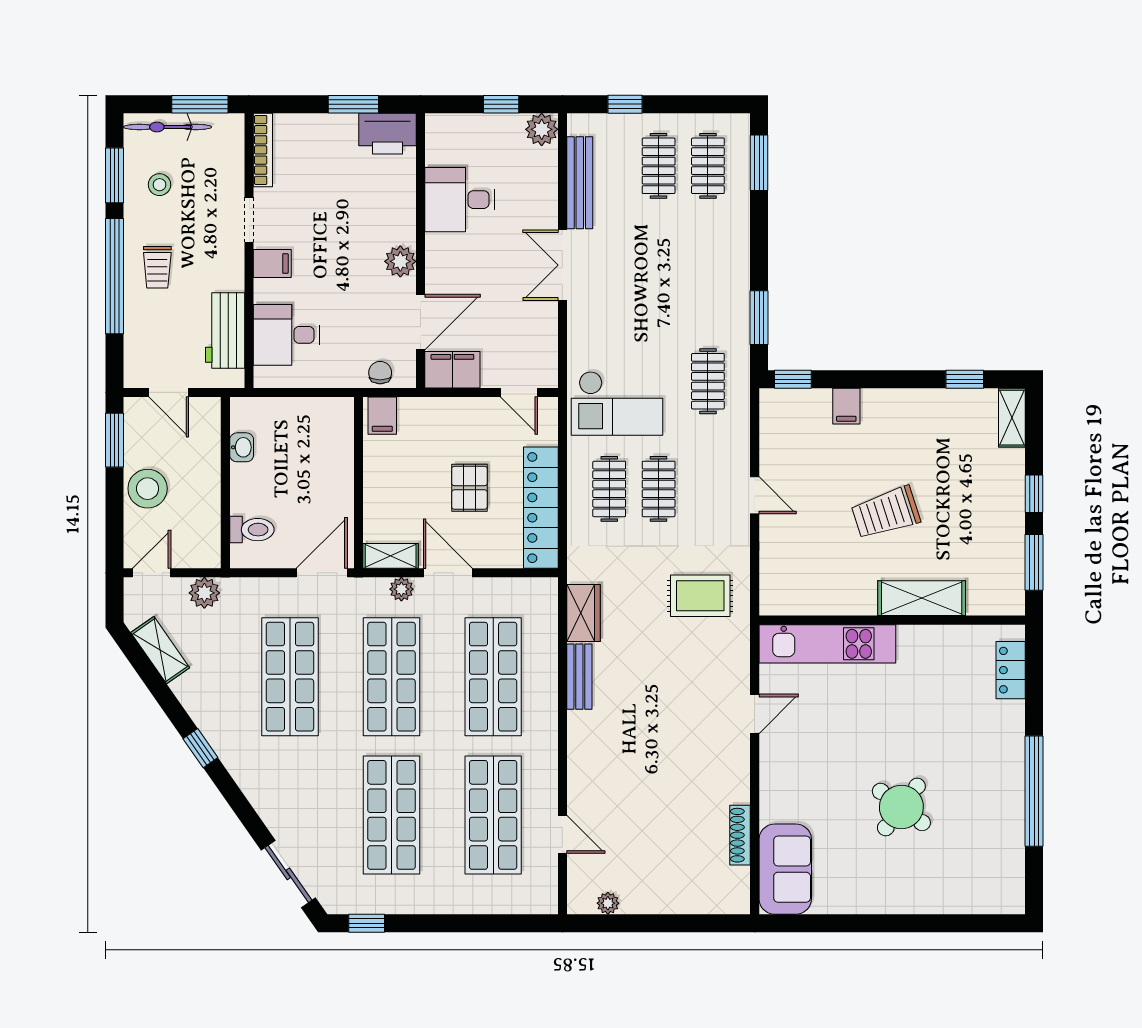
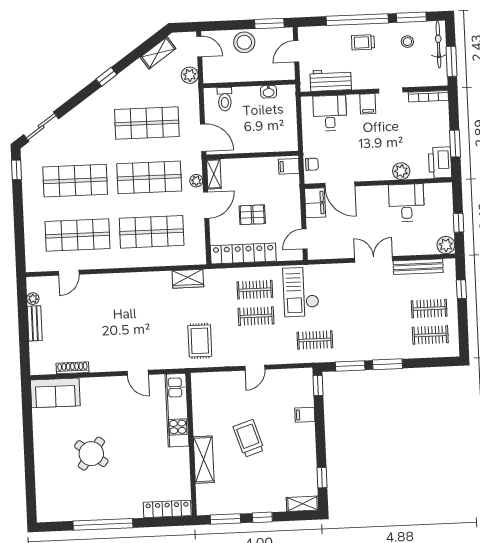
window: (759, 163) -> (388, 364), moved
plant: (400, 261) -> (401, 171), moved
locker: (1011, 670) -> (167, 509), width x1.53
bench: (579, 677) -> (35, 323), moved, turned 90

